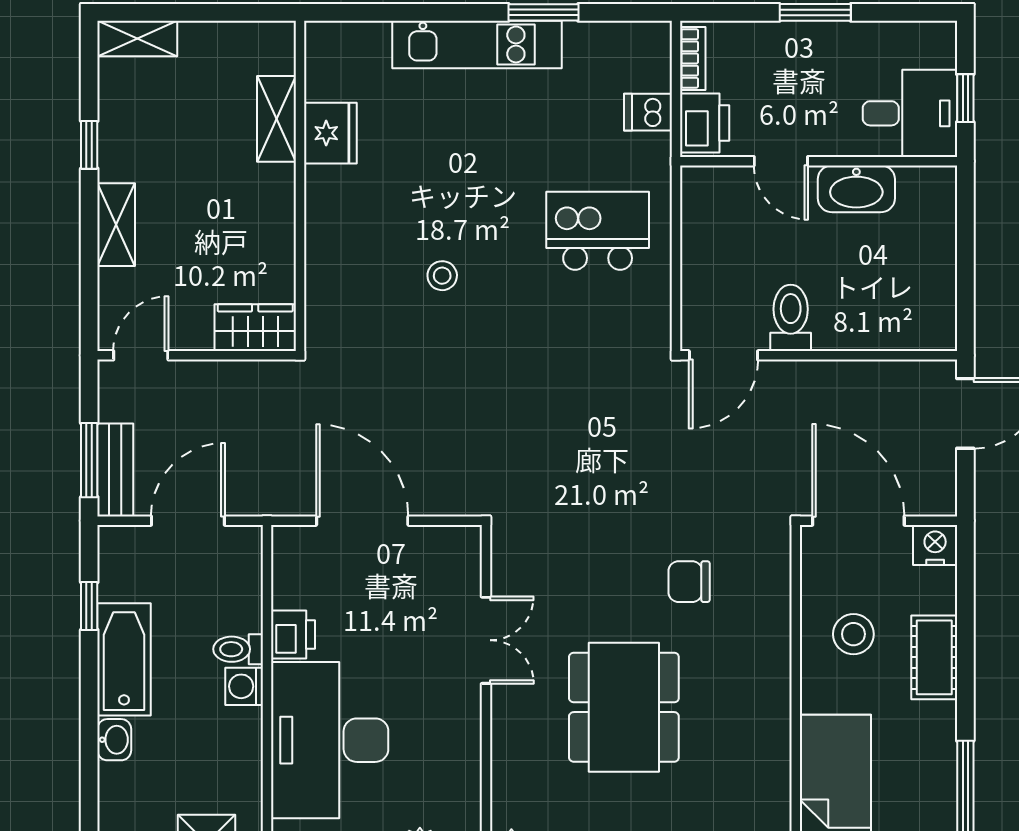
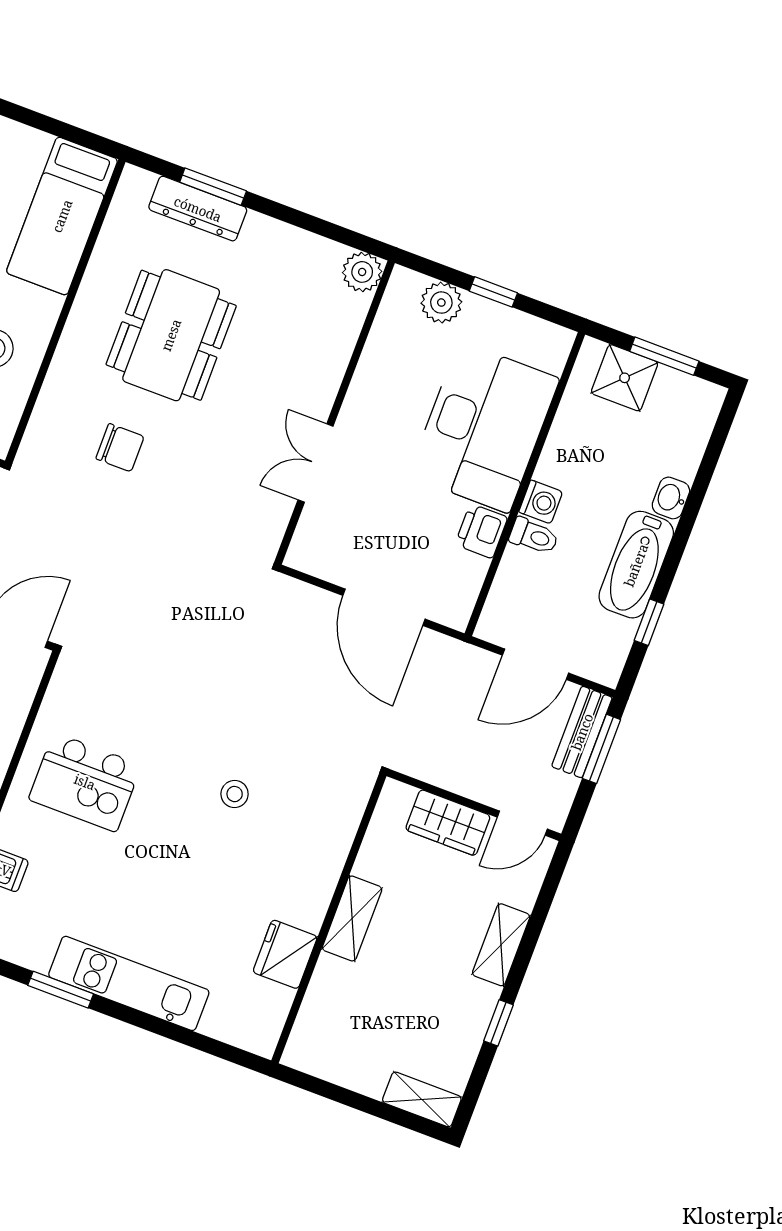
shelving: (276, 119) -> (352, 918), moved
wardrobe: (255, 328) -> (448, 823), moved
dining table: (624, 707) -> (171, 335), moved

